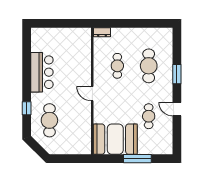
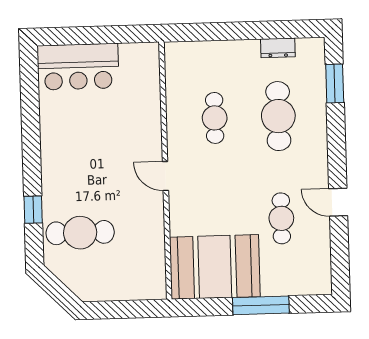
dresser: (102, 32) -> (278, 48), moved
bar counter: (42, 72) -> (78, 67), moved, turned 90
window: (177, 74) -> (335, 83), moved
cafe table: (49, 120) -> (80, 233), turned 90

